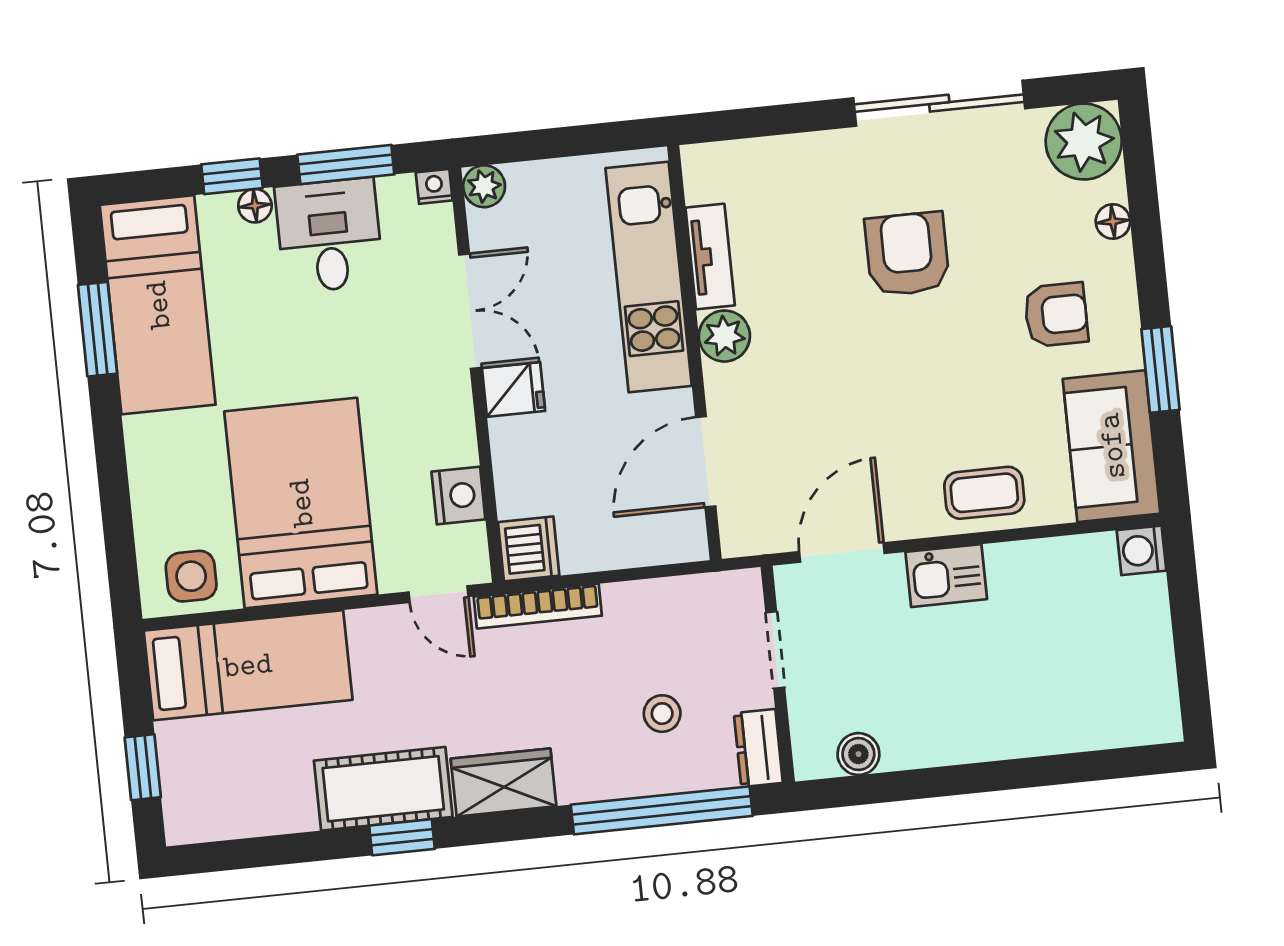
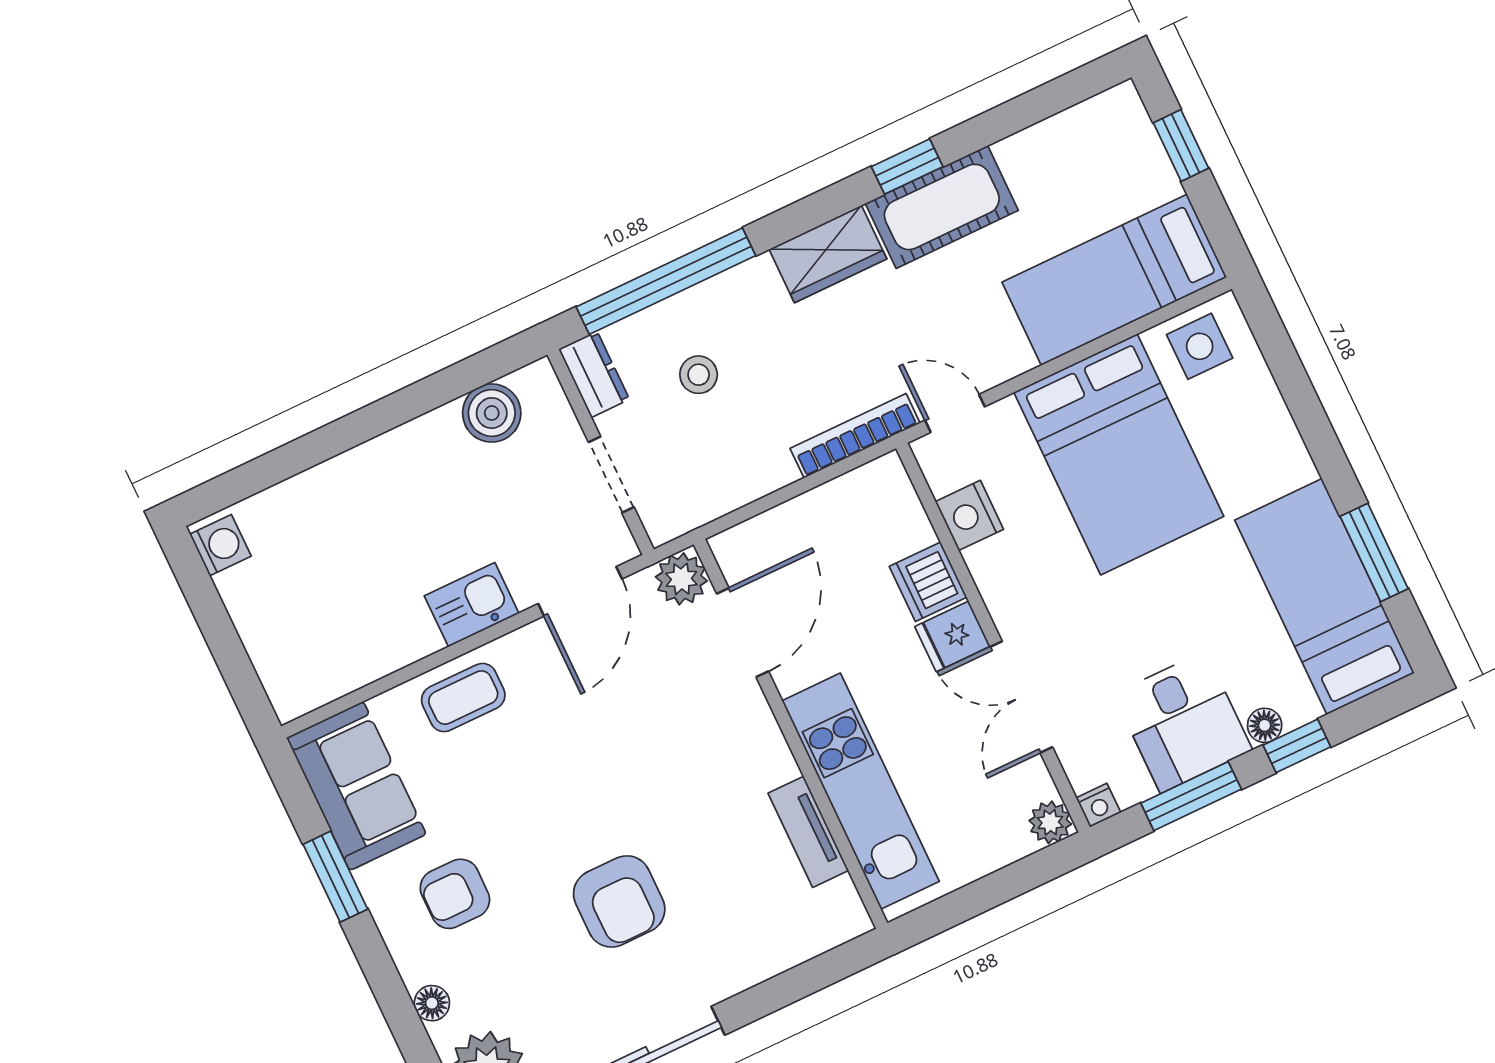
plant: (724, 336) -> (681, 579), moved
dishwasher: (529, 549) -> (928, 582), moved
washing machine: (1141, 550) -> (221, 545), moved
boiler: (858, 754) -> (492, 413), width x1.36, depth x1.36

